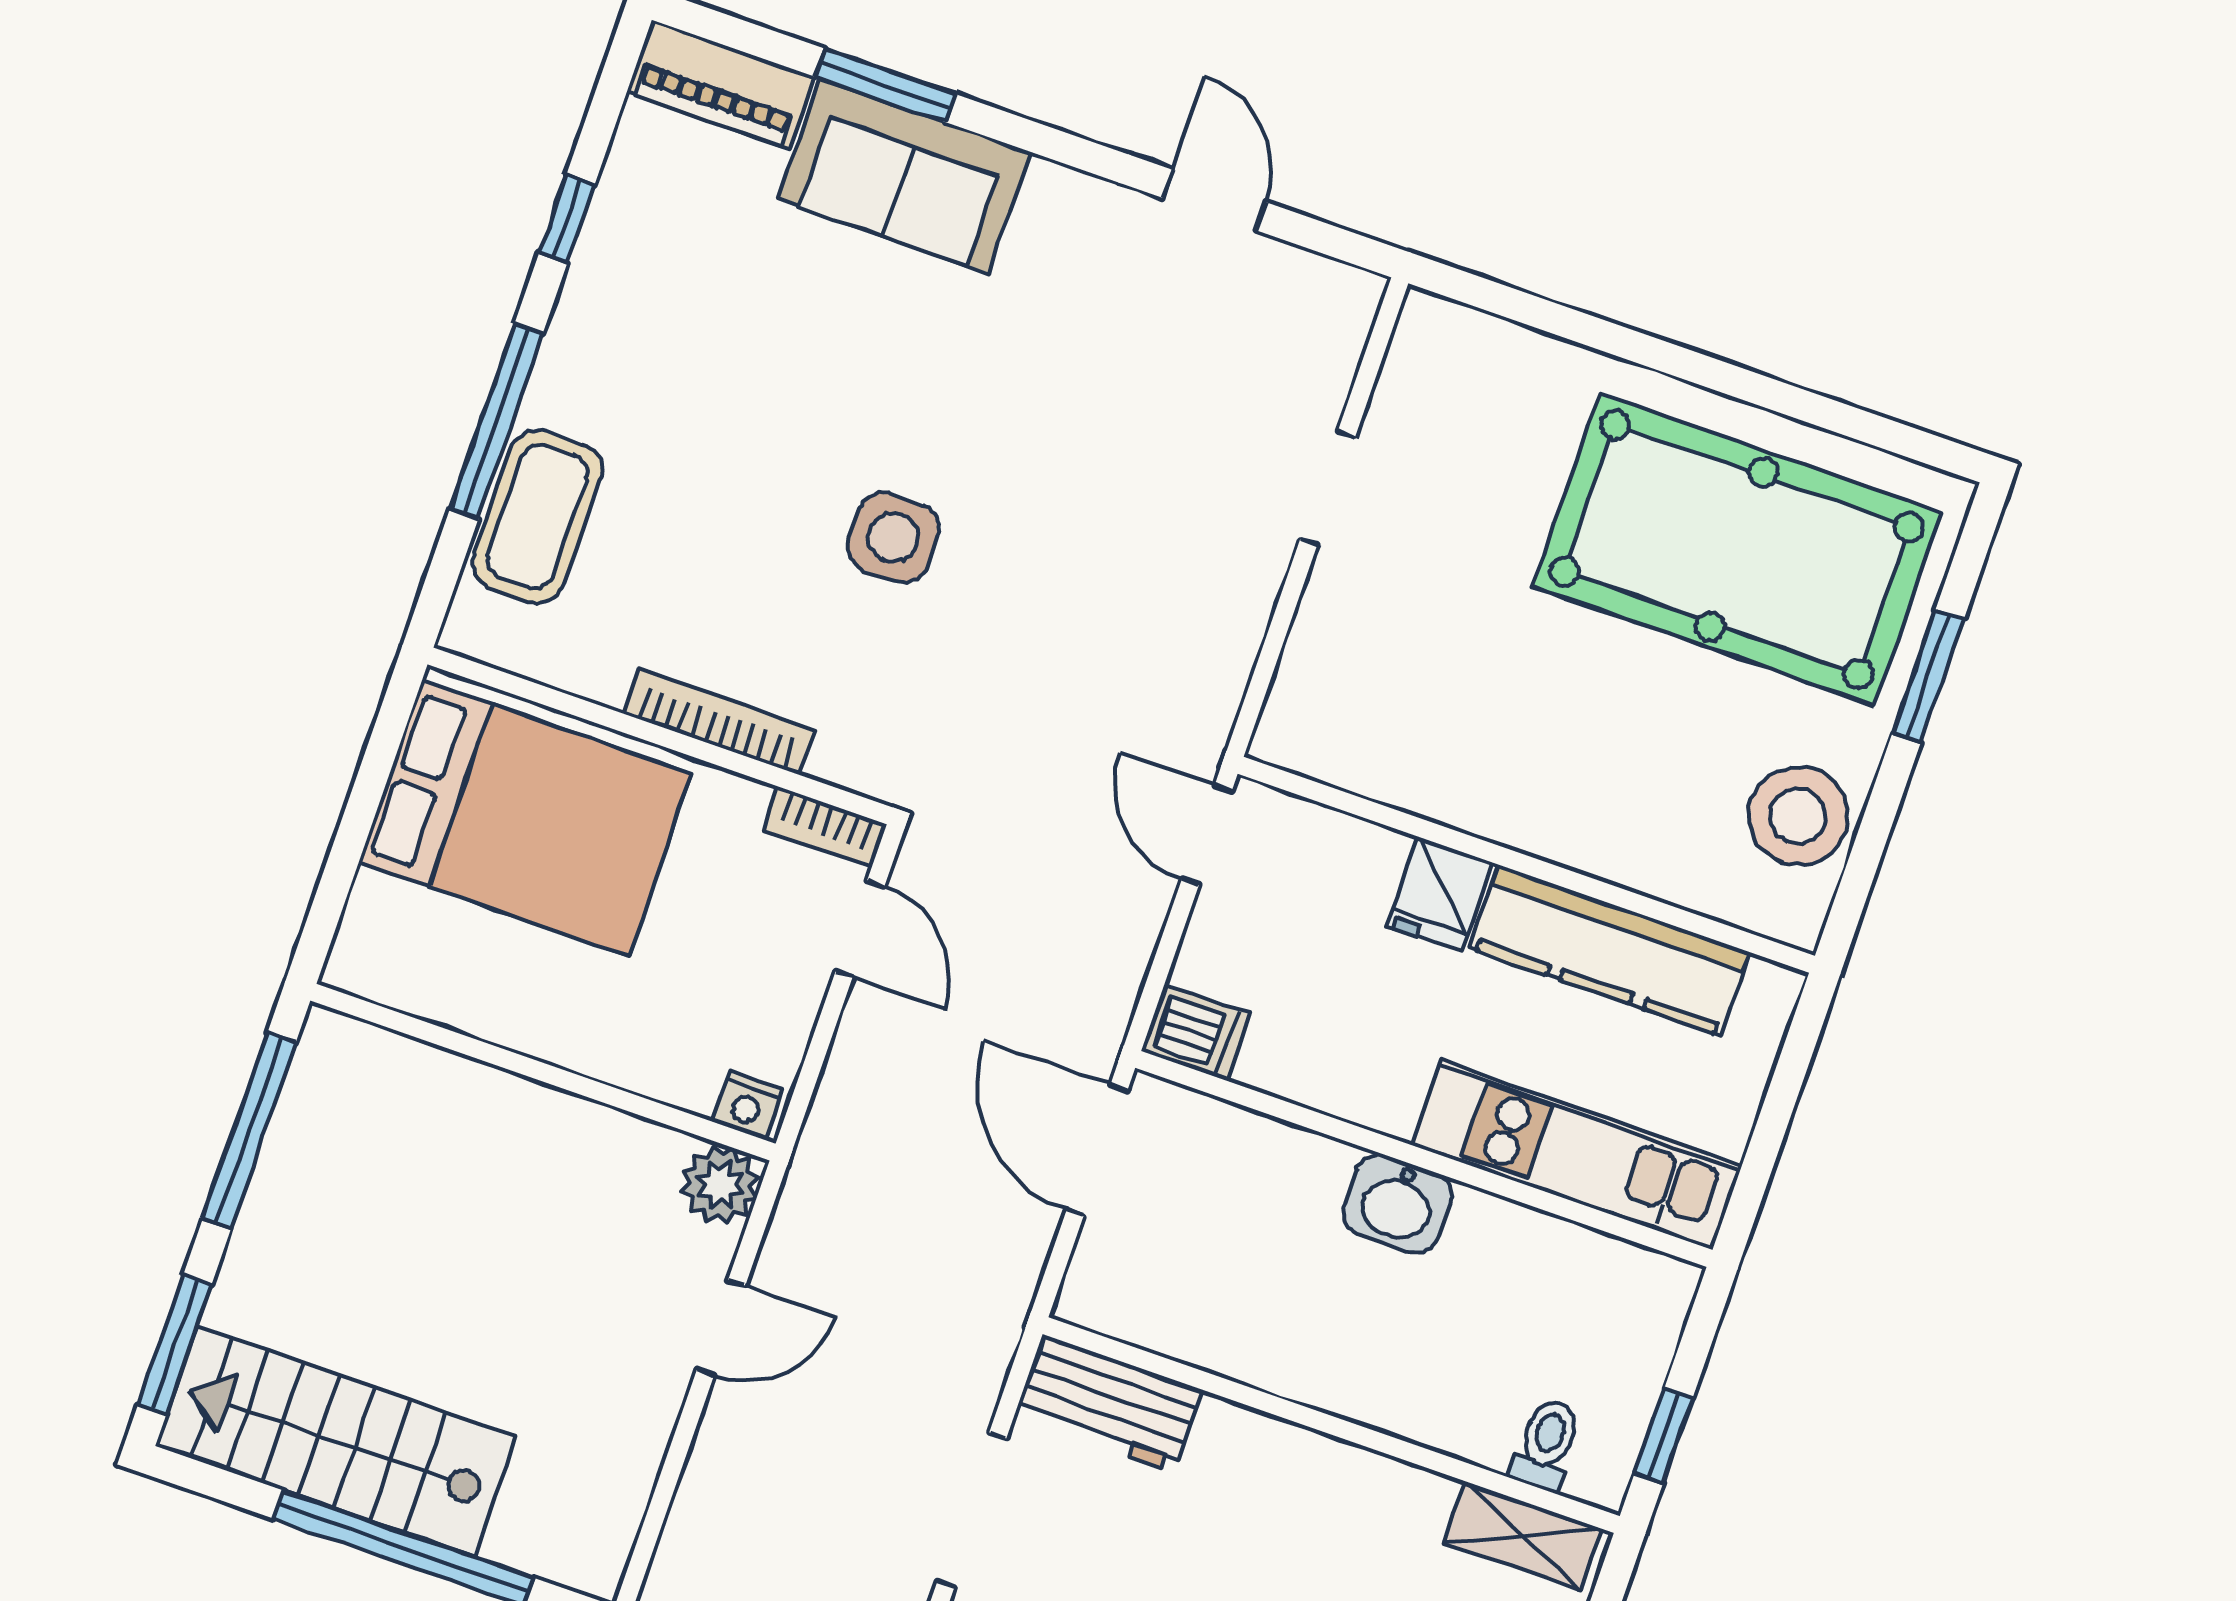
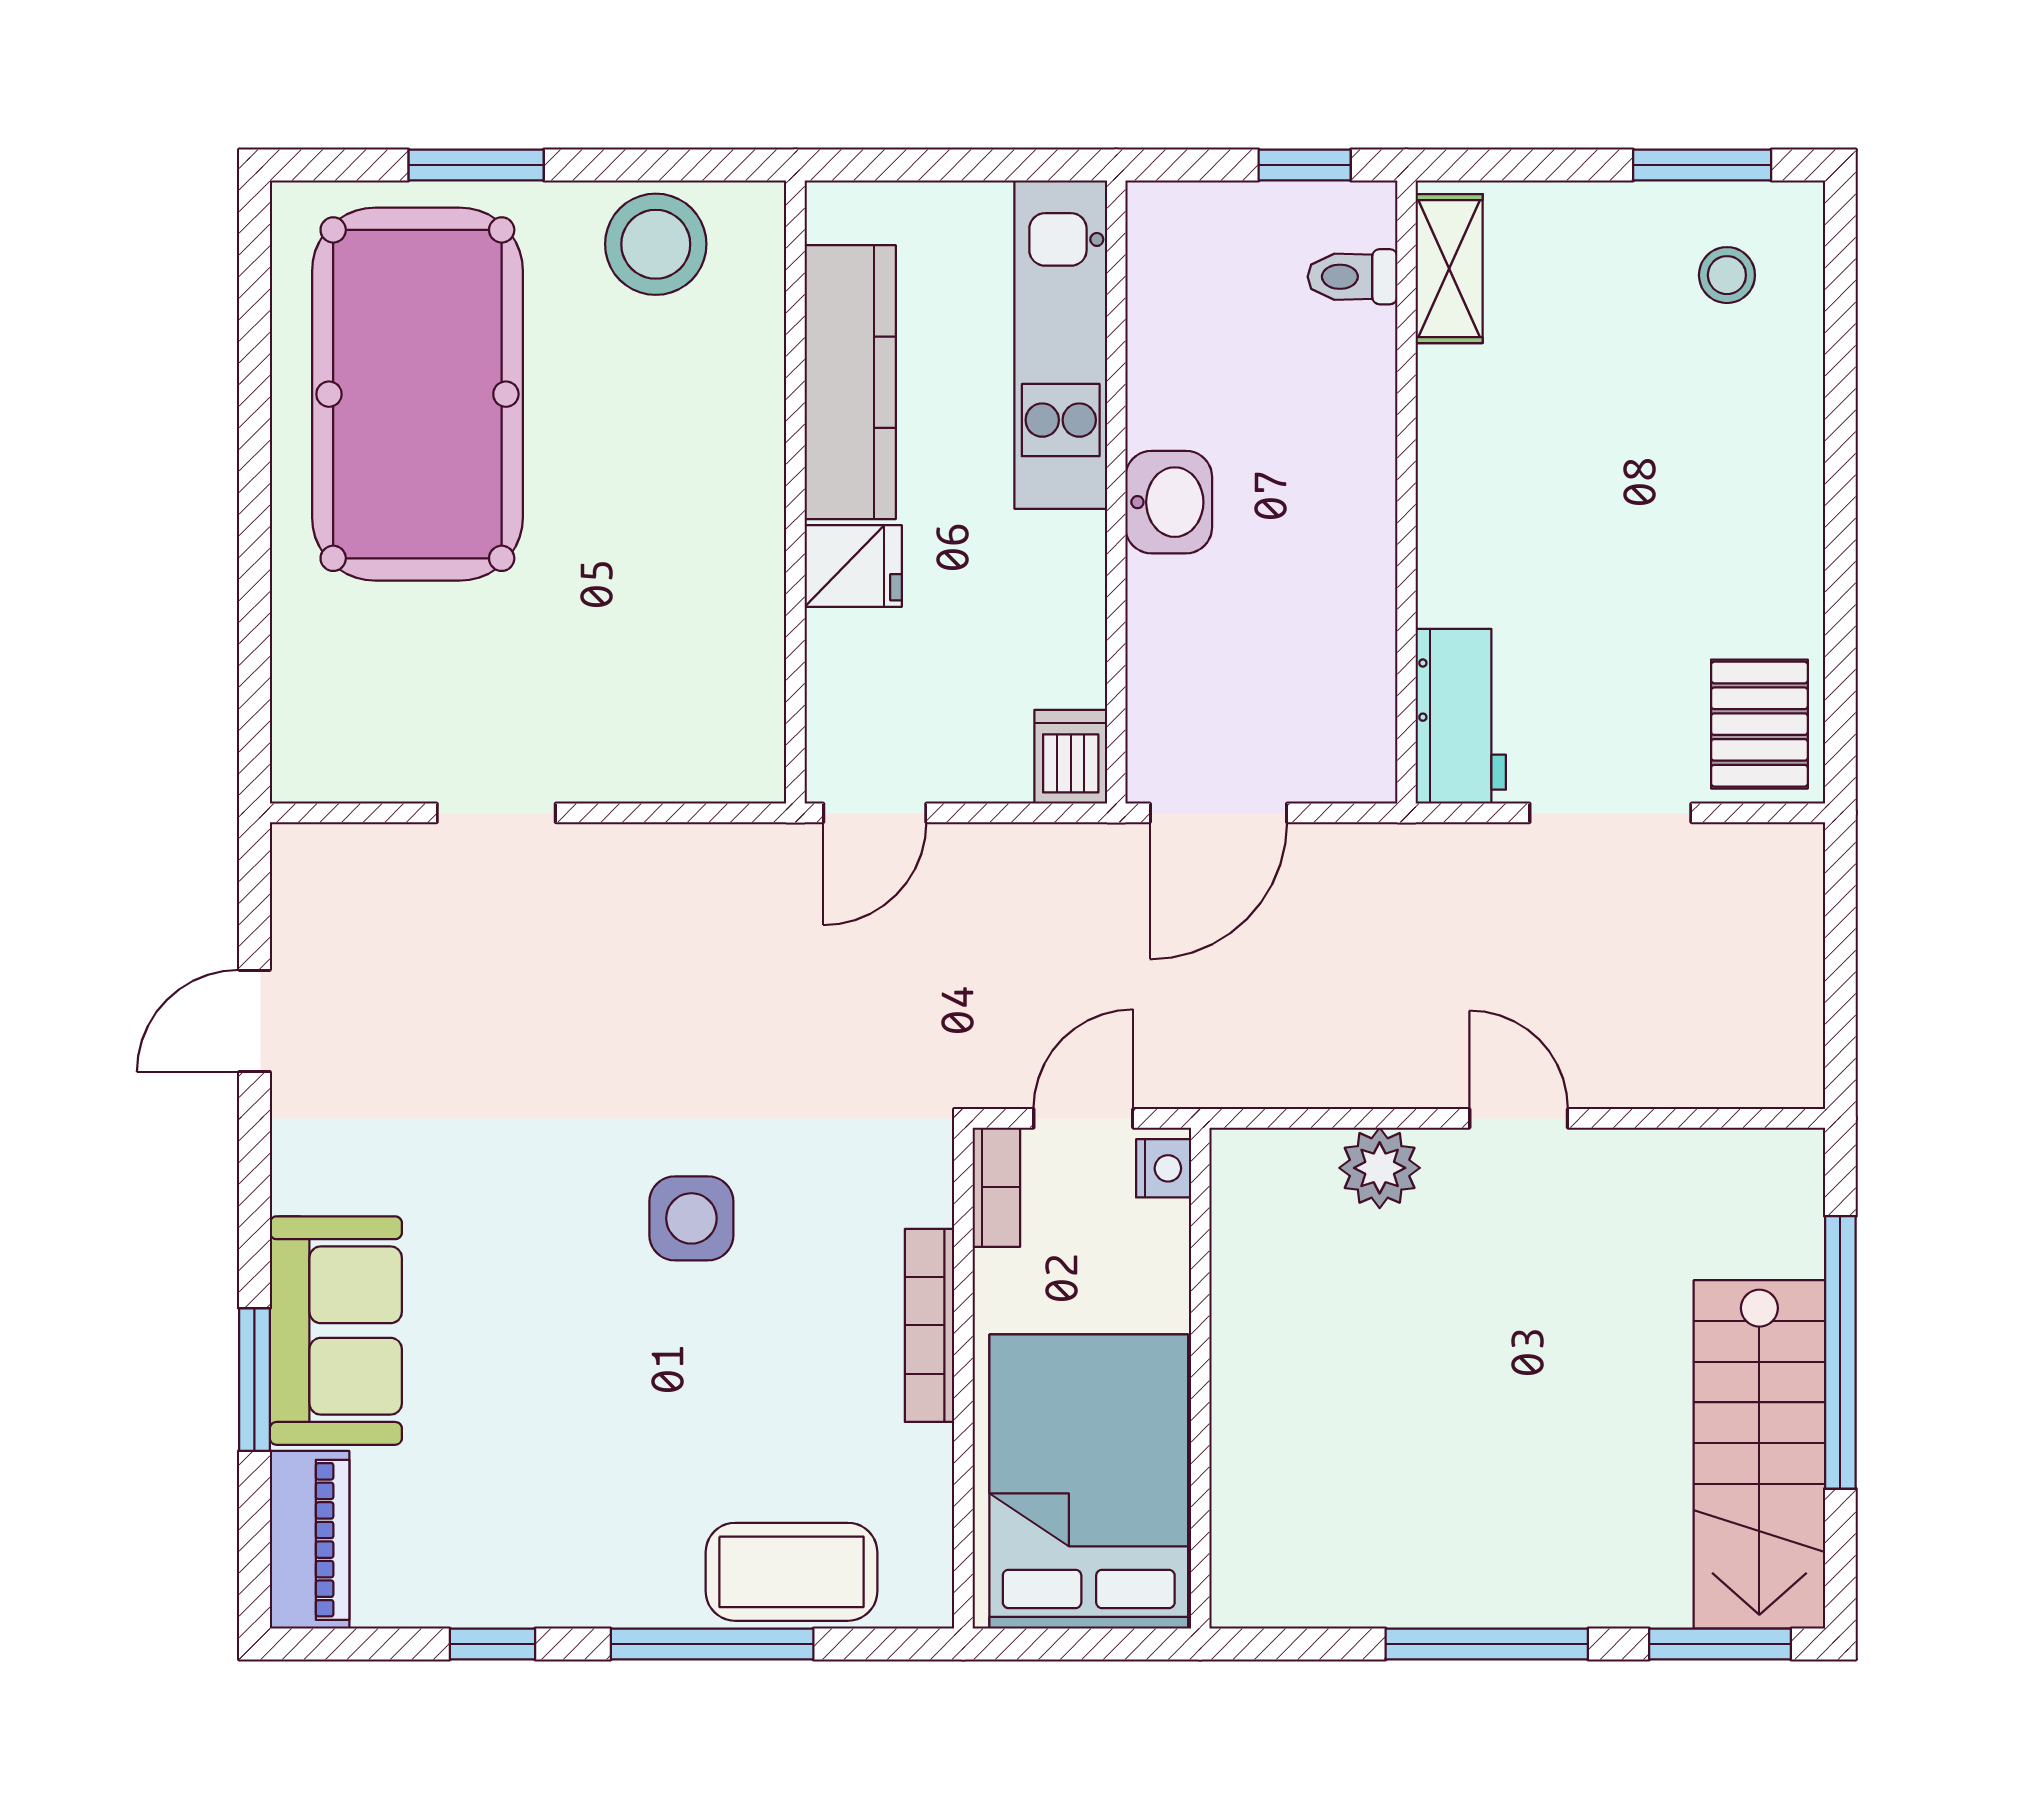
wall: (543, 1072) -> (1200, 1378), moved
nightstand: (747, 1105) -> (1164, 1168), moved

